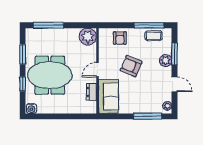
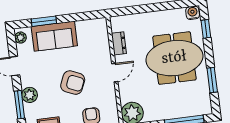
window: (23, 84) -> (206, 29), moved
sofa: (108, 97) -> (54, 36), moved, turned -90
window: (147, 116) -> (44, 21), width x0.69

